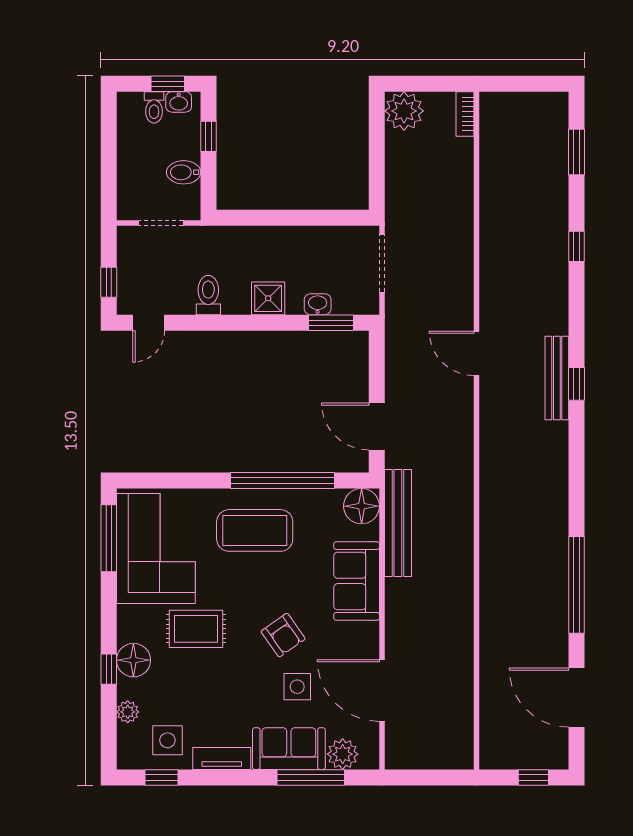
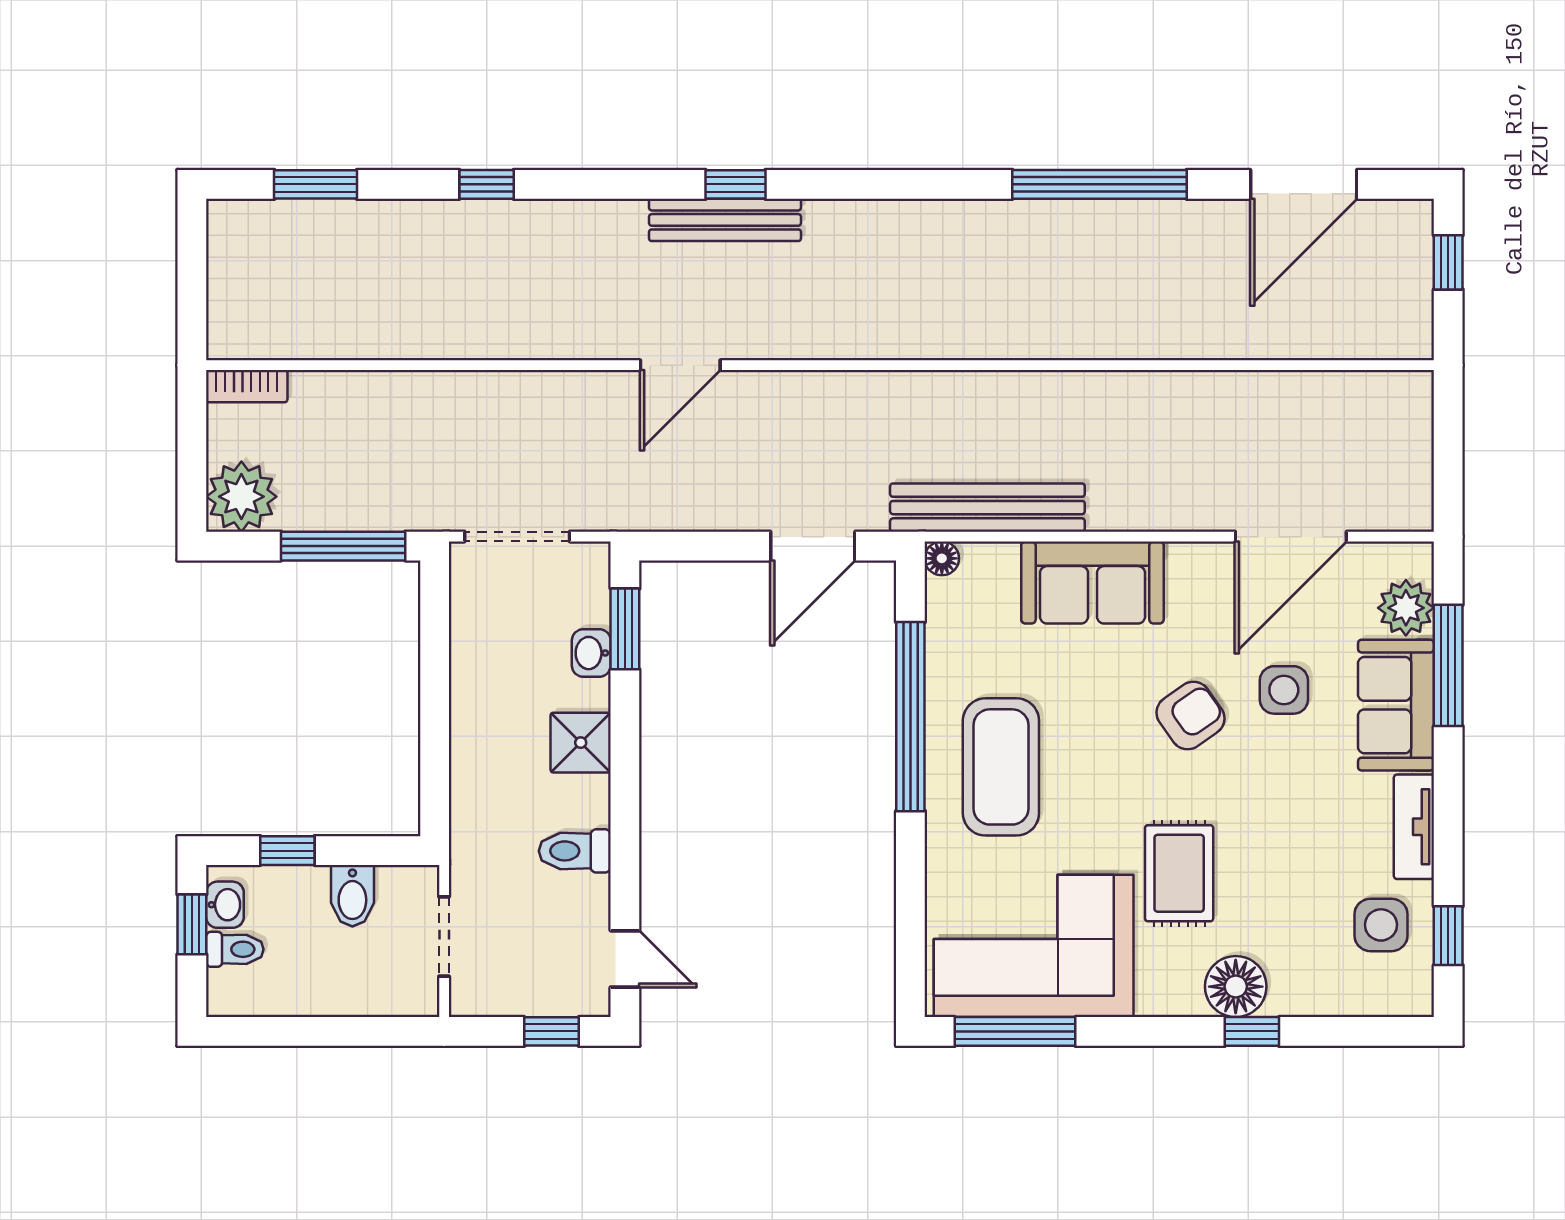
window: (377, 167) -> (343, 546), added
floor lamp: (362, 506) -> (942, 558), width x0.53, depth x0.53
plant: (128, 712) -> (1329, 997), removed

